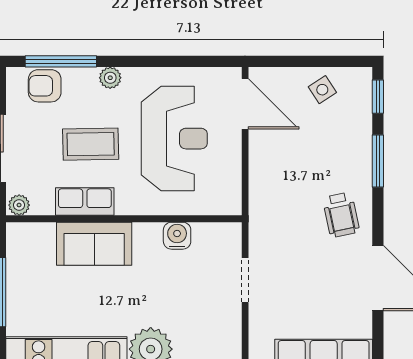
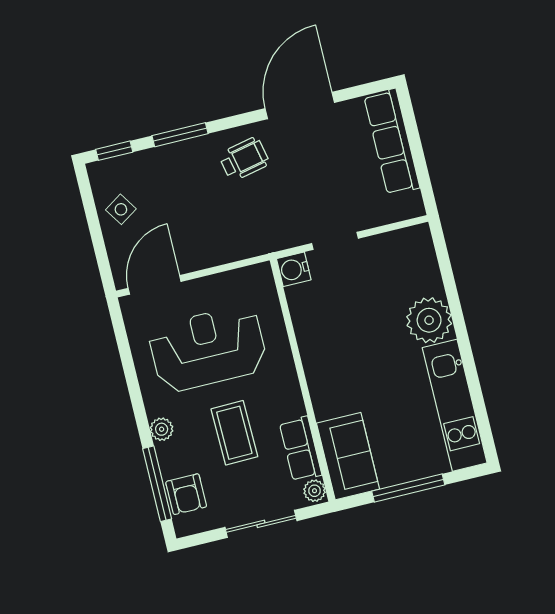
row of seats: (85, 202) -> (301, 449), moved
water cooler: (177, 236) -> (294, 269), moved
sofa: (94, 244) -> (348, 456), moved

